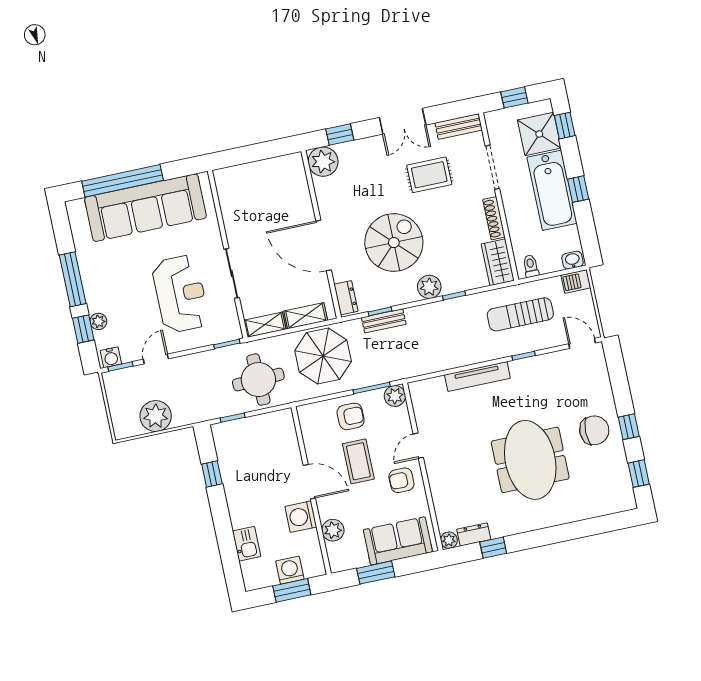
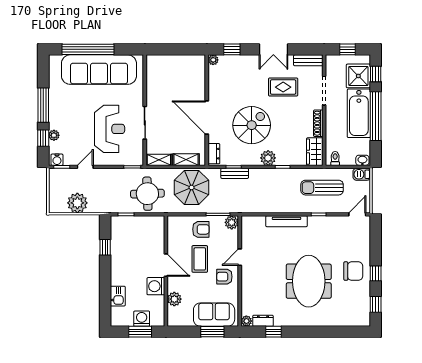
plant: (323, 162) -> (213, 60), width x0.53, depth x0.53
window: (578, 189) -> (376, 116), width x3.17
door: (582, 343) -> (357, 214), hinge flipped
window: (376, 573) -> (212, 332), moved

